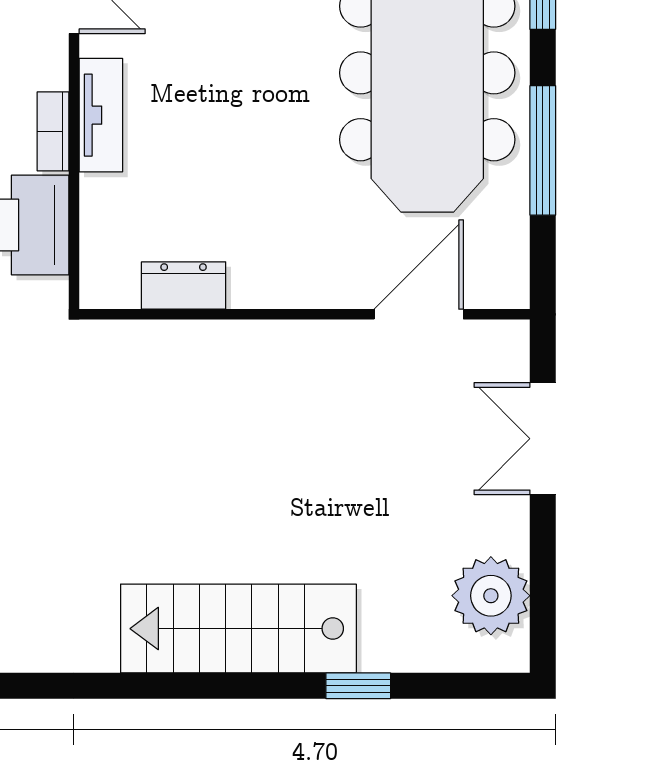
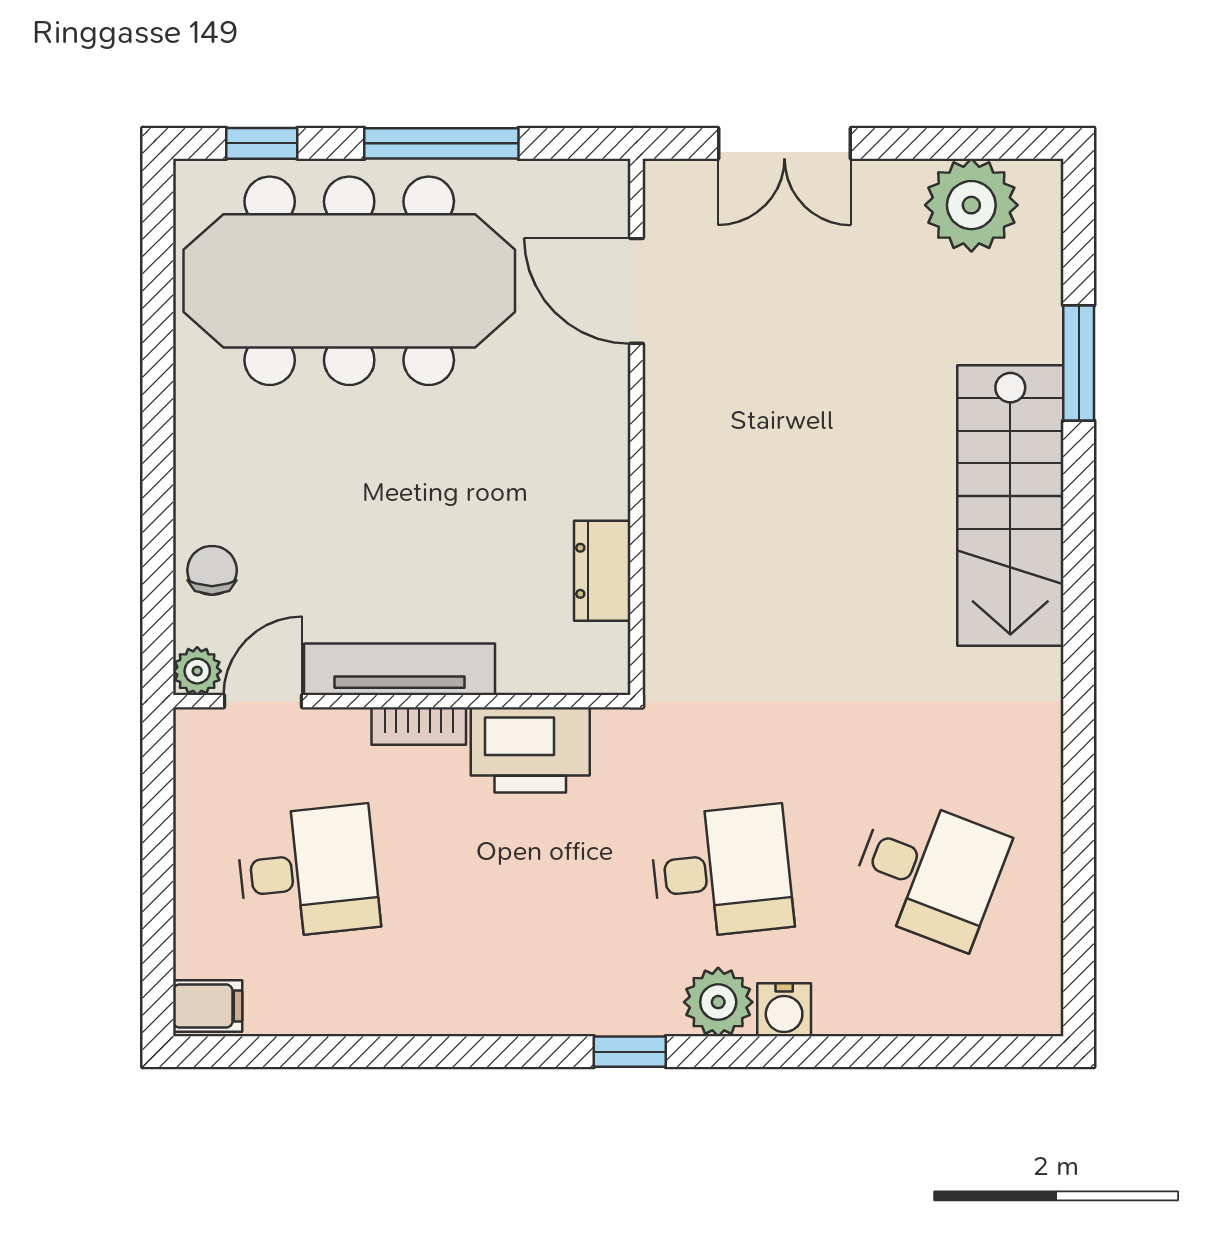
tv unit: (101, 115) -> (399, 669), width x1.41
window: (358, 686) -> (1079, 363), width x1.50

